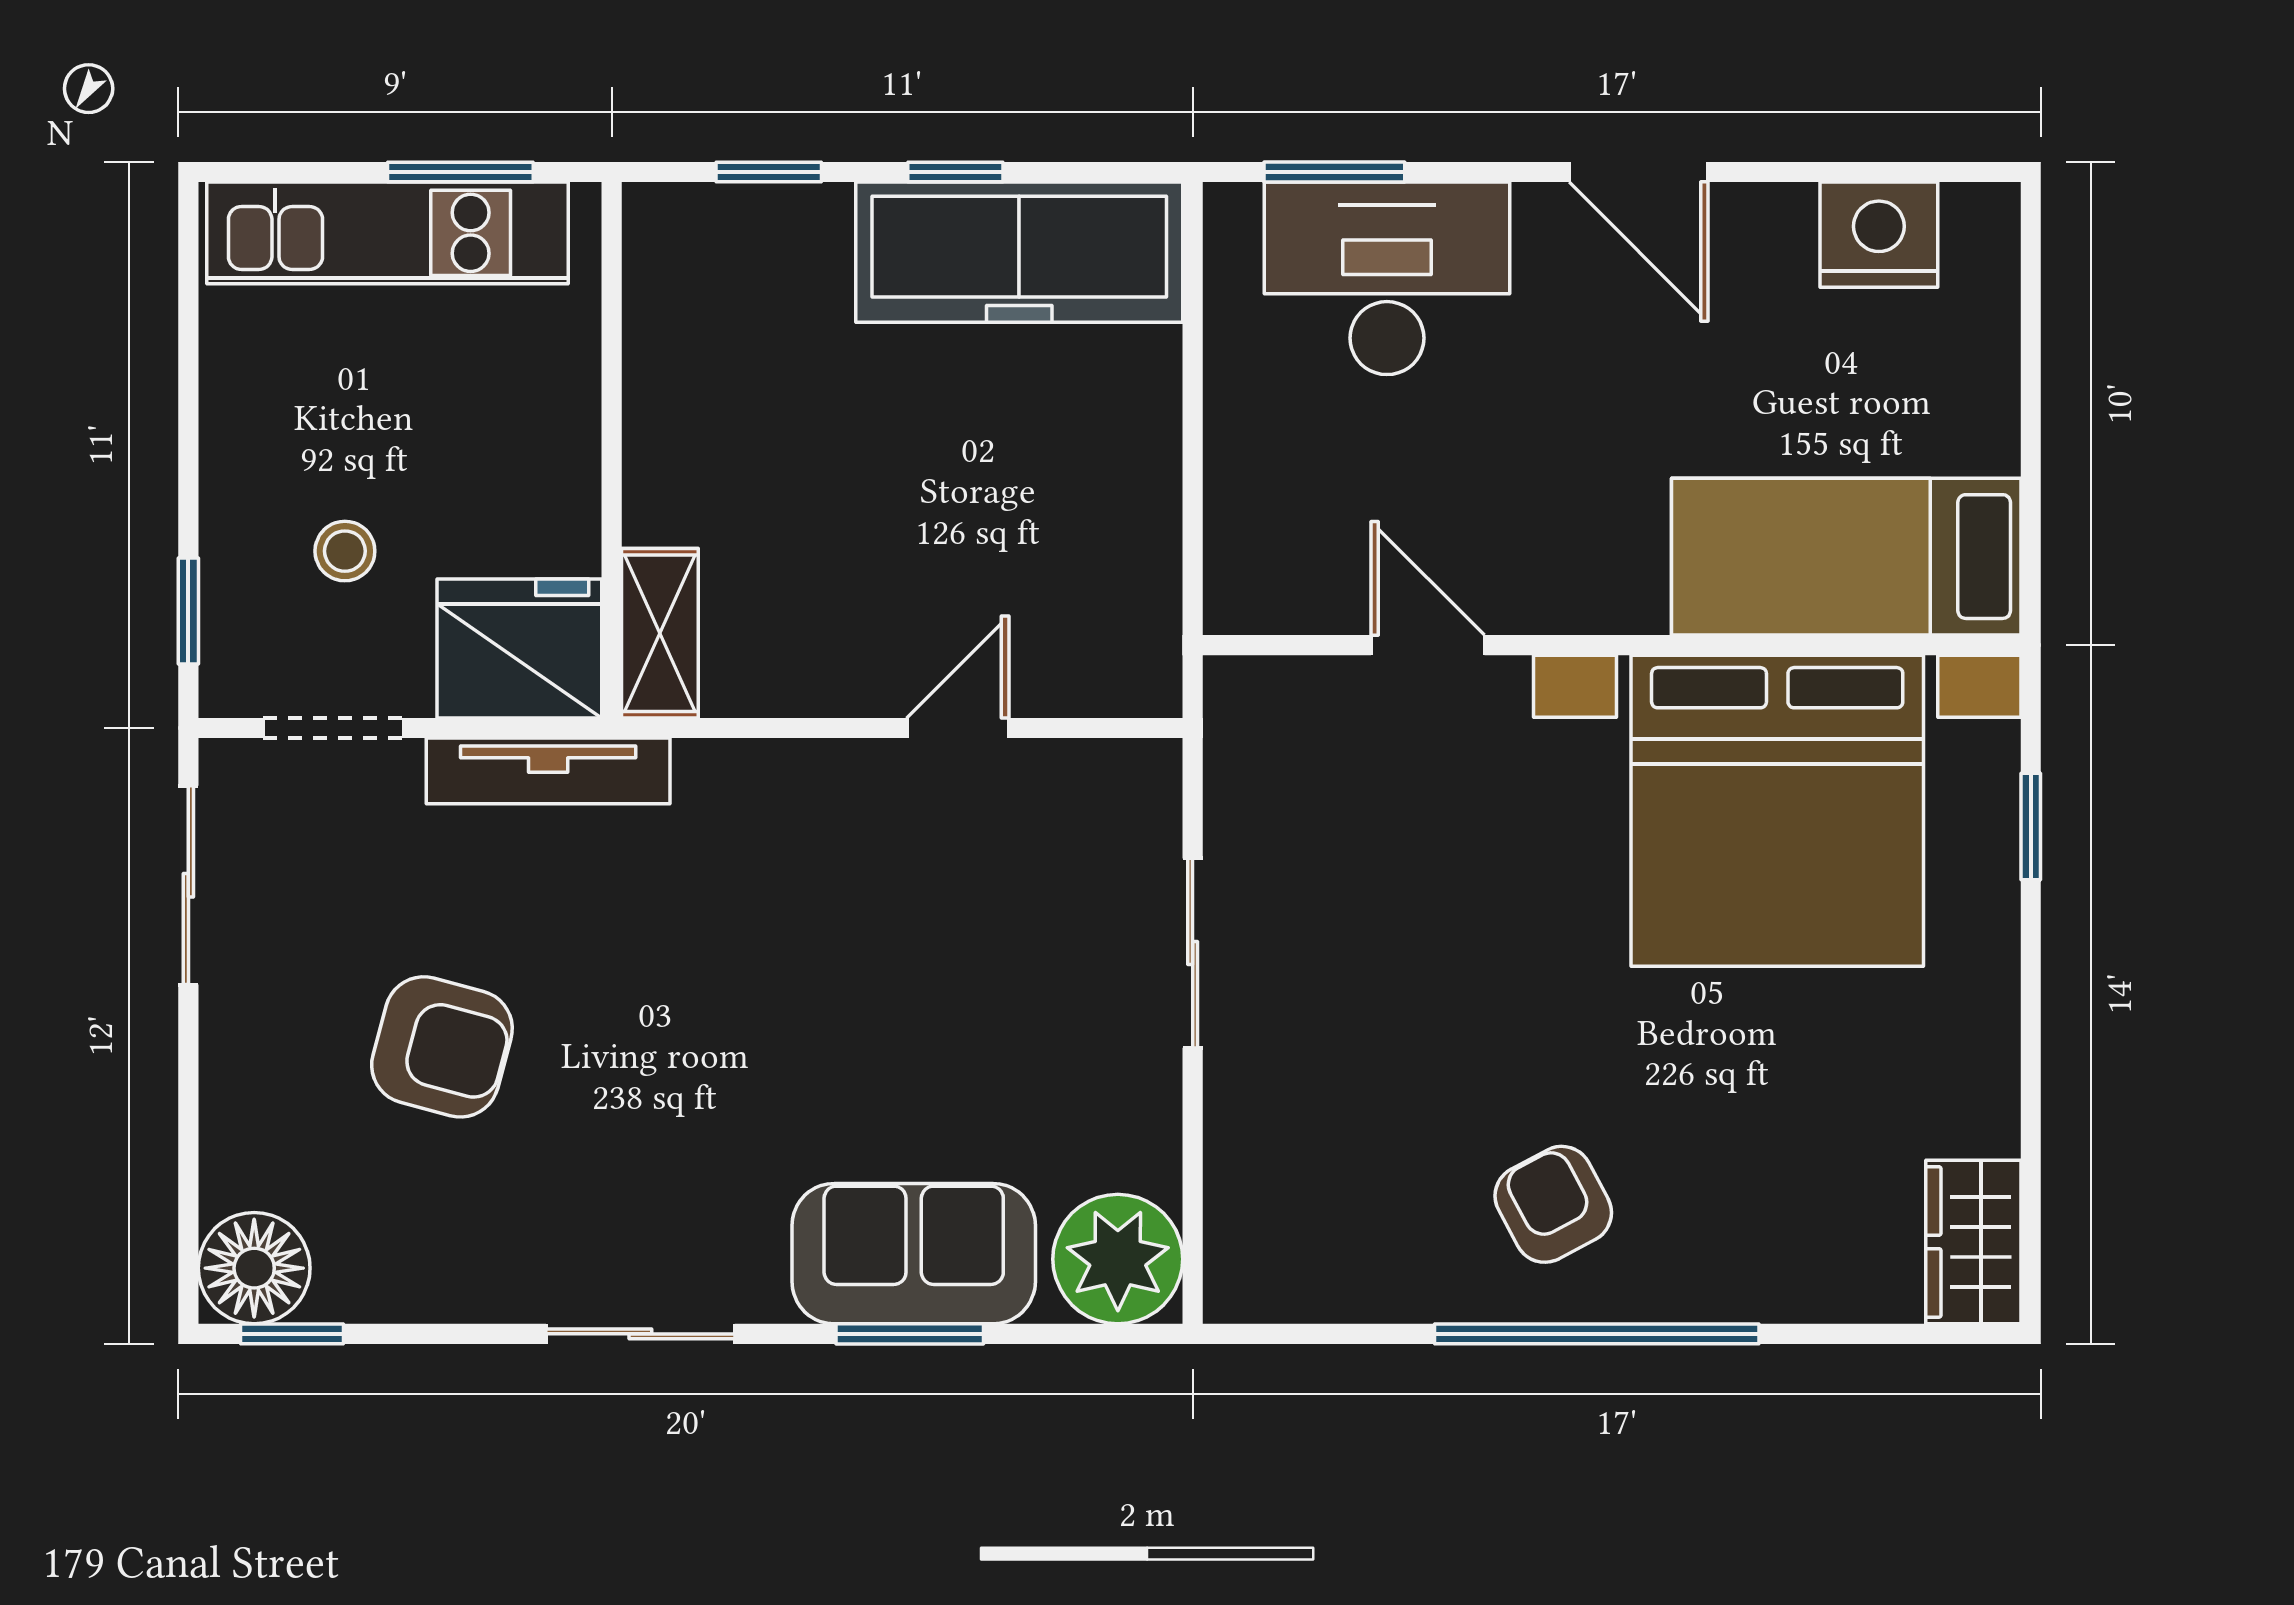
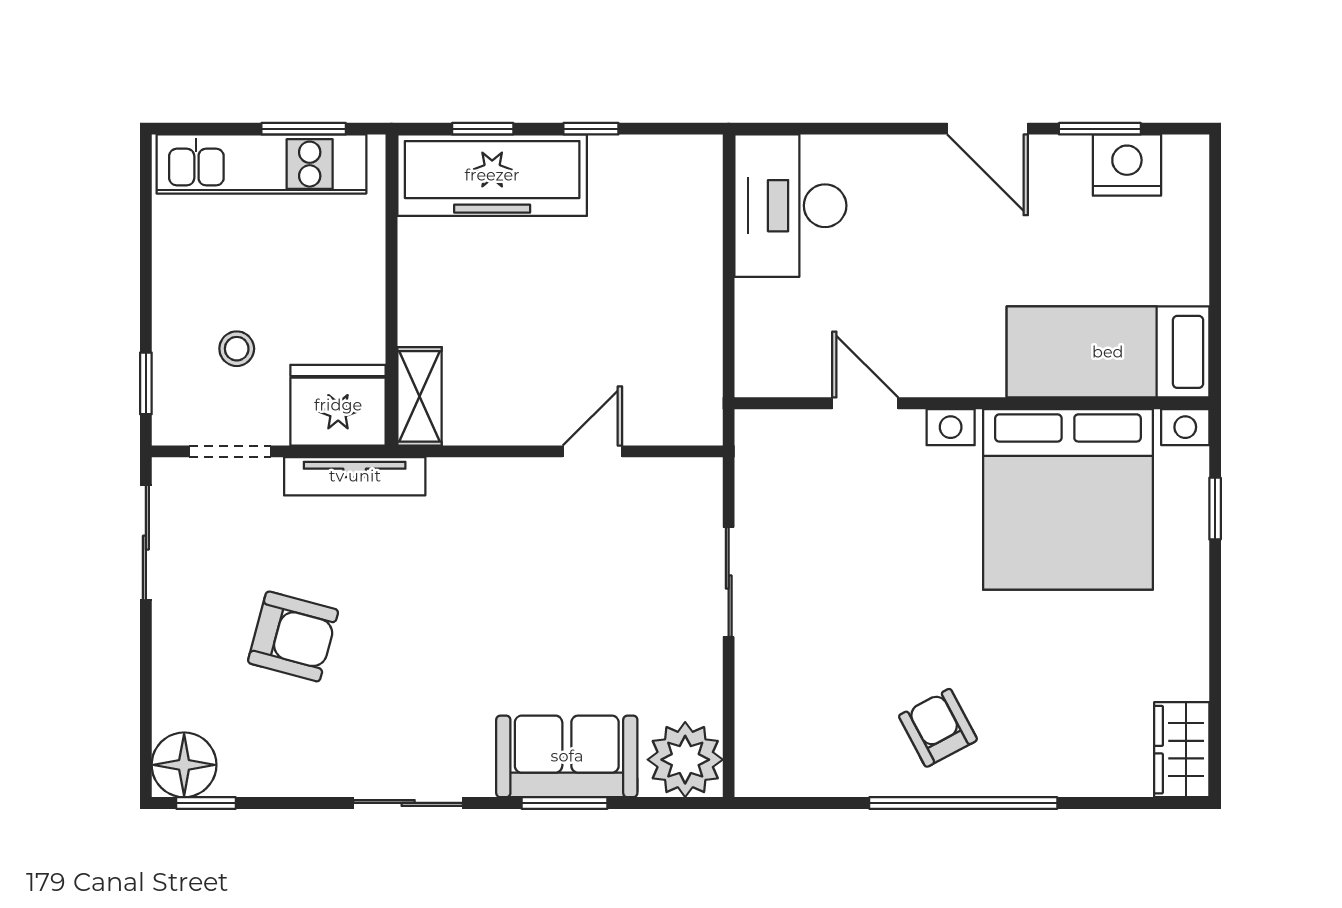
window: (1334, 172) -> (1100, 129), moved
freezer: (1019, 252) -> (492, 175), moved
desk: (1387, 278) -> (790, 206), moved, turned -90

